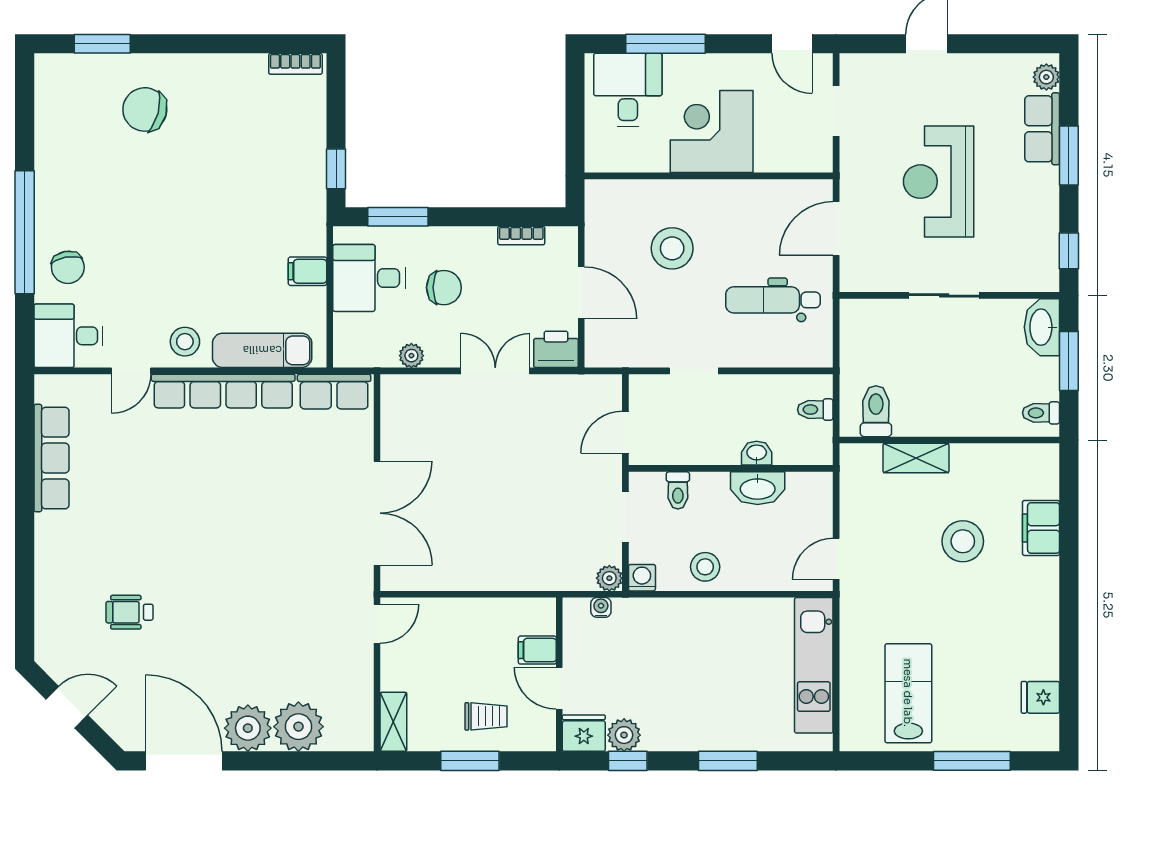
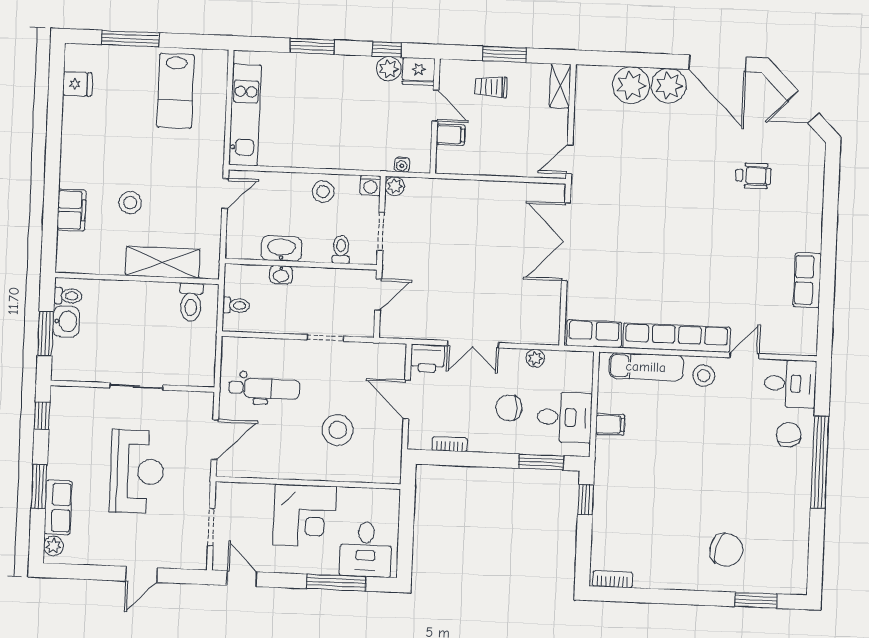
washbasin: (1042, 327) -> (66, 321), moved, width x0.72
row of seats: (51, 458) -> (807, 280), width x0.68
shelving: (916, 458) -> (163, 262), width x1.50, depth x1.33
stool: (963, 541) -> (130, 203), width x0.73, depth x0.73

